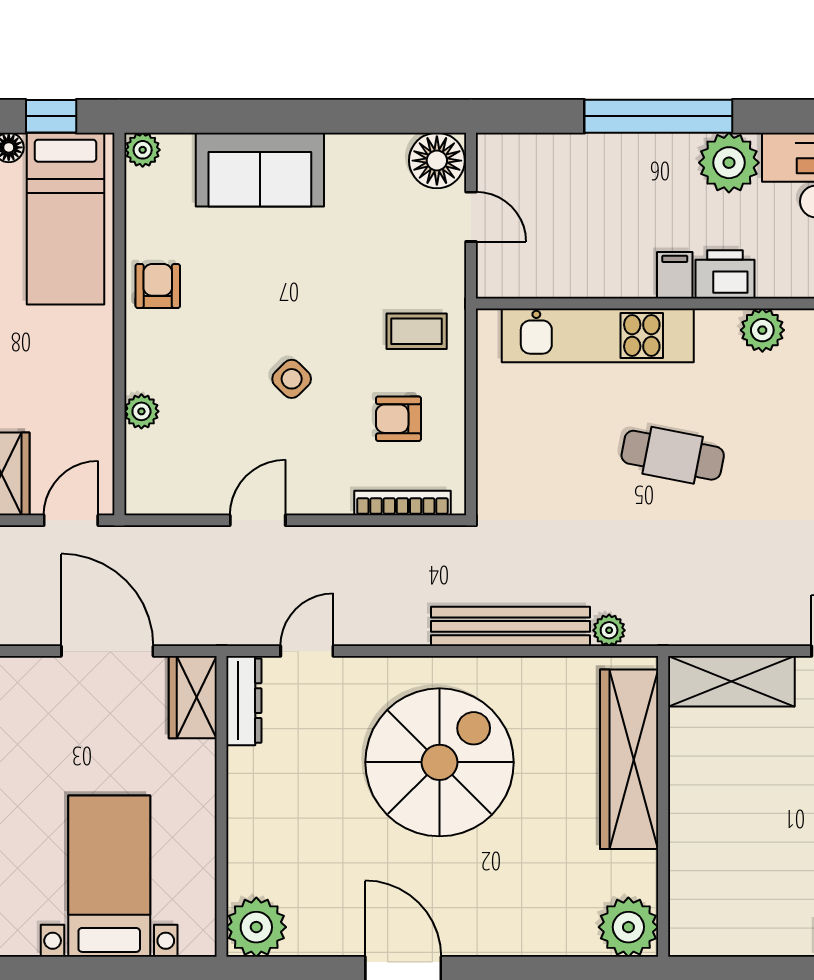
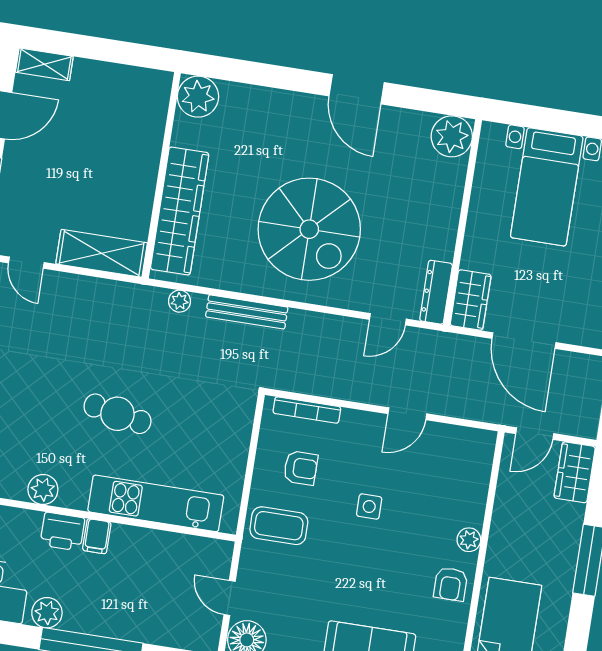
plant: (729, 163) -> (47, 613), width x0.73, depth x0.73
coffee table: (417, 331) -> (279, 526), width x1.36, depth x1.30
side table: (292, 379) -> (369, 507), turned 45
plant: (141, 411) -> (469, 540), moved
bench: (511, 626) -> (247, 312), width x0.73, depth x0.82
spiral stairs: (440, 762) -> (309, 229), turned -90

